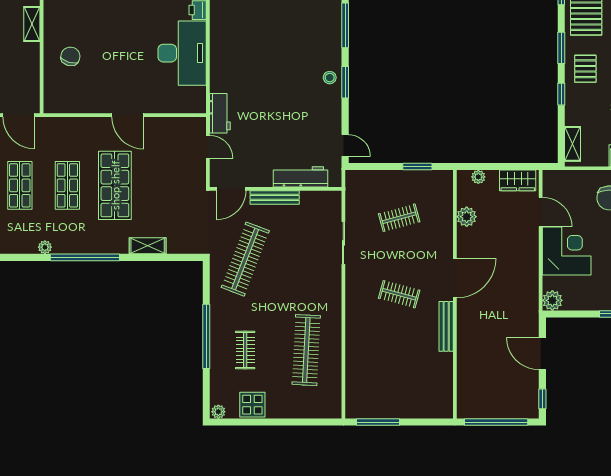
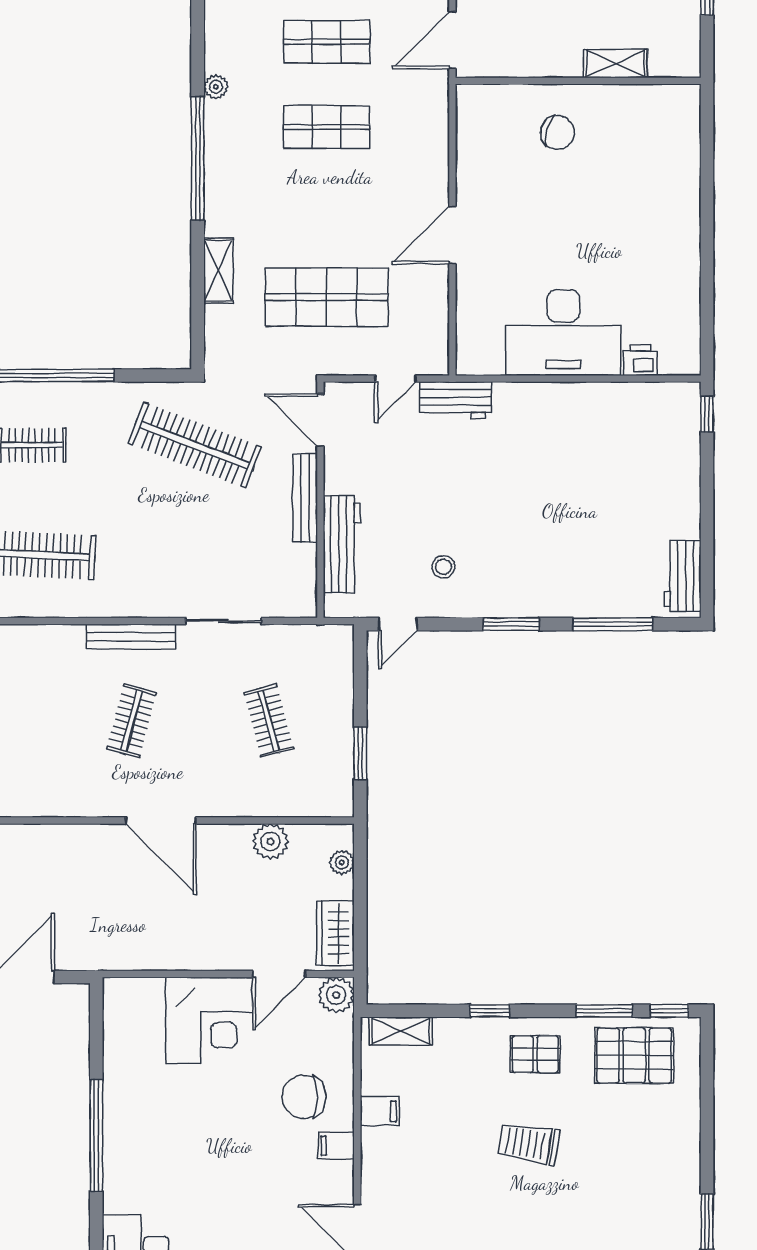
window: (561, 48) -> (604, 1011), moved
stool: (330, 78) -> (443, 567), moved
shop shelf: (115, 185) -> (327, 297), moved
plant: (552, 300) -> (336, 995), moved
bench: (446, 326) -> (131, 637), moved

